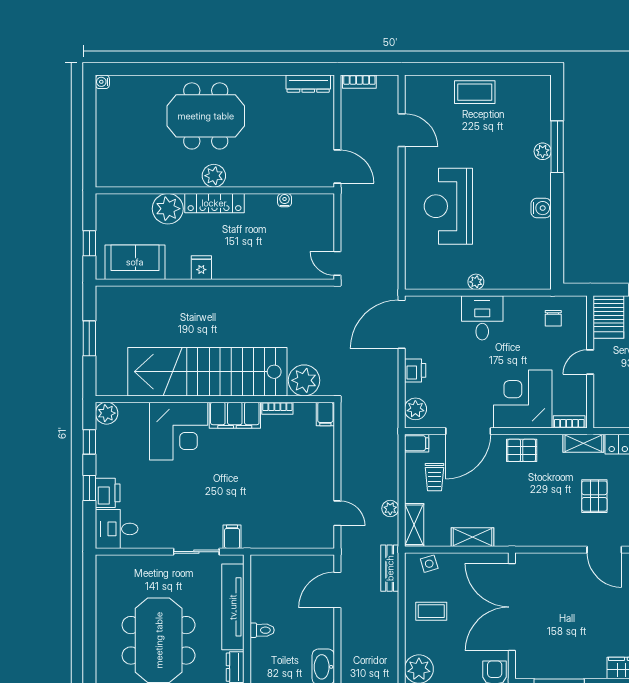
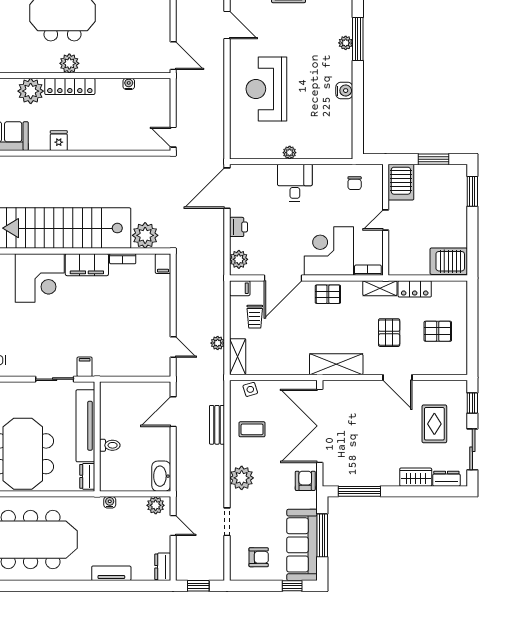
shelving: (472, 537) -> (336, 364), moved, width x1.50, depth x1.33
bench: (390, 568) -> (217, 425), moved

